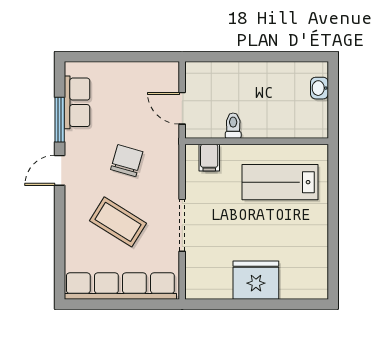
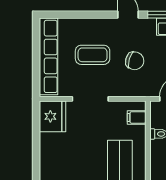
coffee table: (118, 222) -> (93, 55), turned 58
fridge: (256, 280) -> (53, 116), moved

